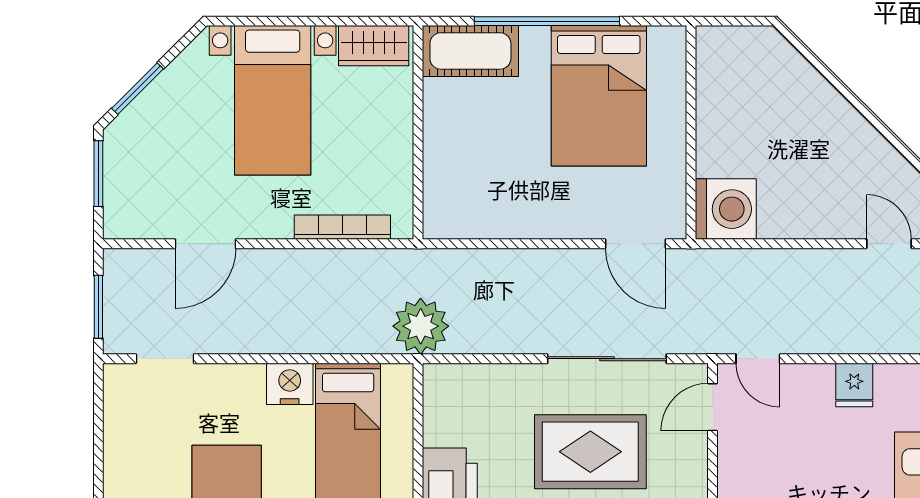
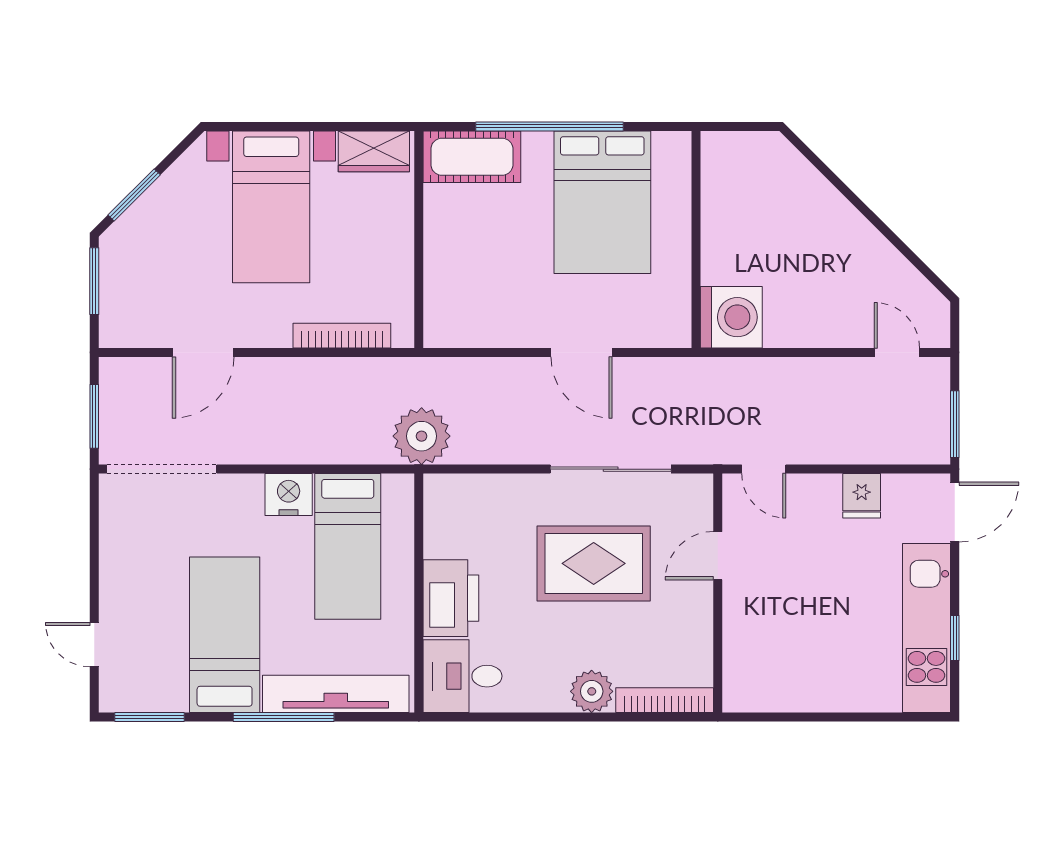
door: (636, 244) -> (582, 352), moved
doorway: (165, 359) -> (162, 469), width x1.88
door: (713, 407) -> (718, 556), moved

